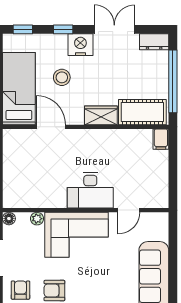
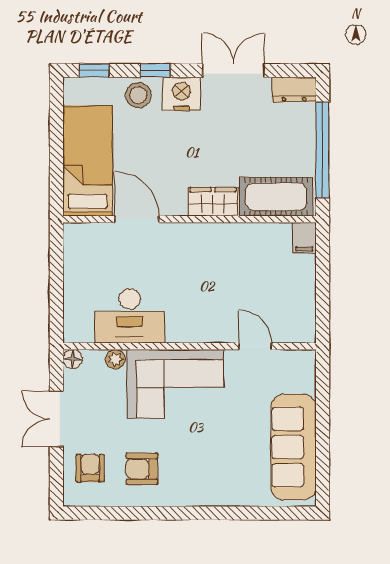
stool: (62, 77) -> (138, 95), moved
desk: (90, 190) -> (130, 316), moved
door: (129, 210) -> (255, 346), swing flipped

